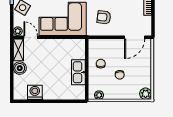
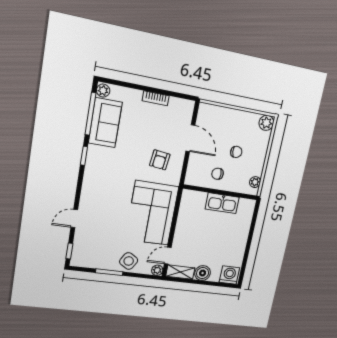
door: (135, 37) -> (190, 138), moved
washing machine: (35, 92) -> (229, 275), moved, turned 90

